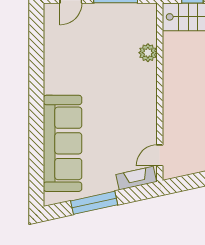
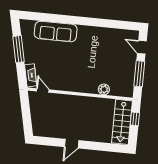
sofa: (63, 143) -> (56, 31), width x0.74, depth x0.79

